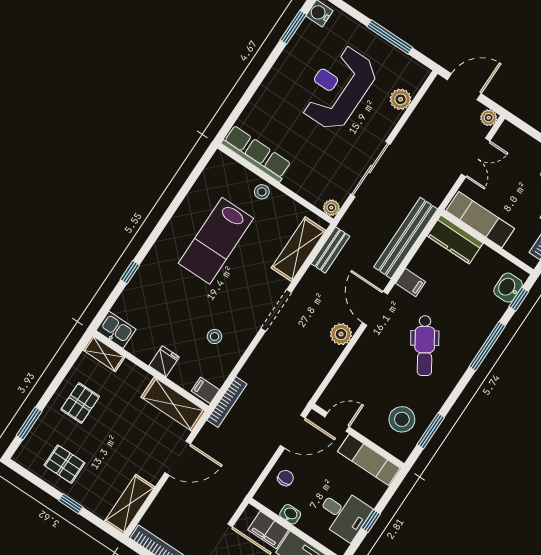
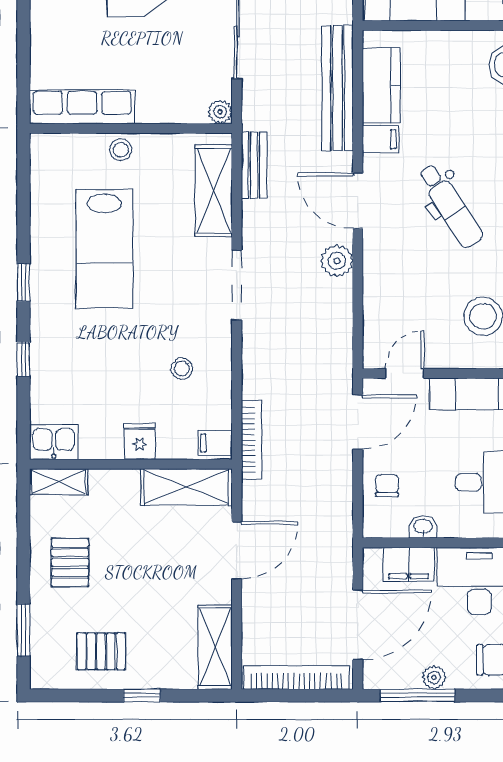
window: (158, 230) -> (23, 283), added
kitchen counter: (455, 239) -> (381, 85), moved, turned -90

